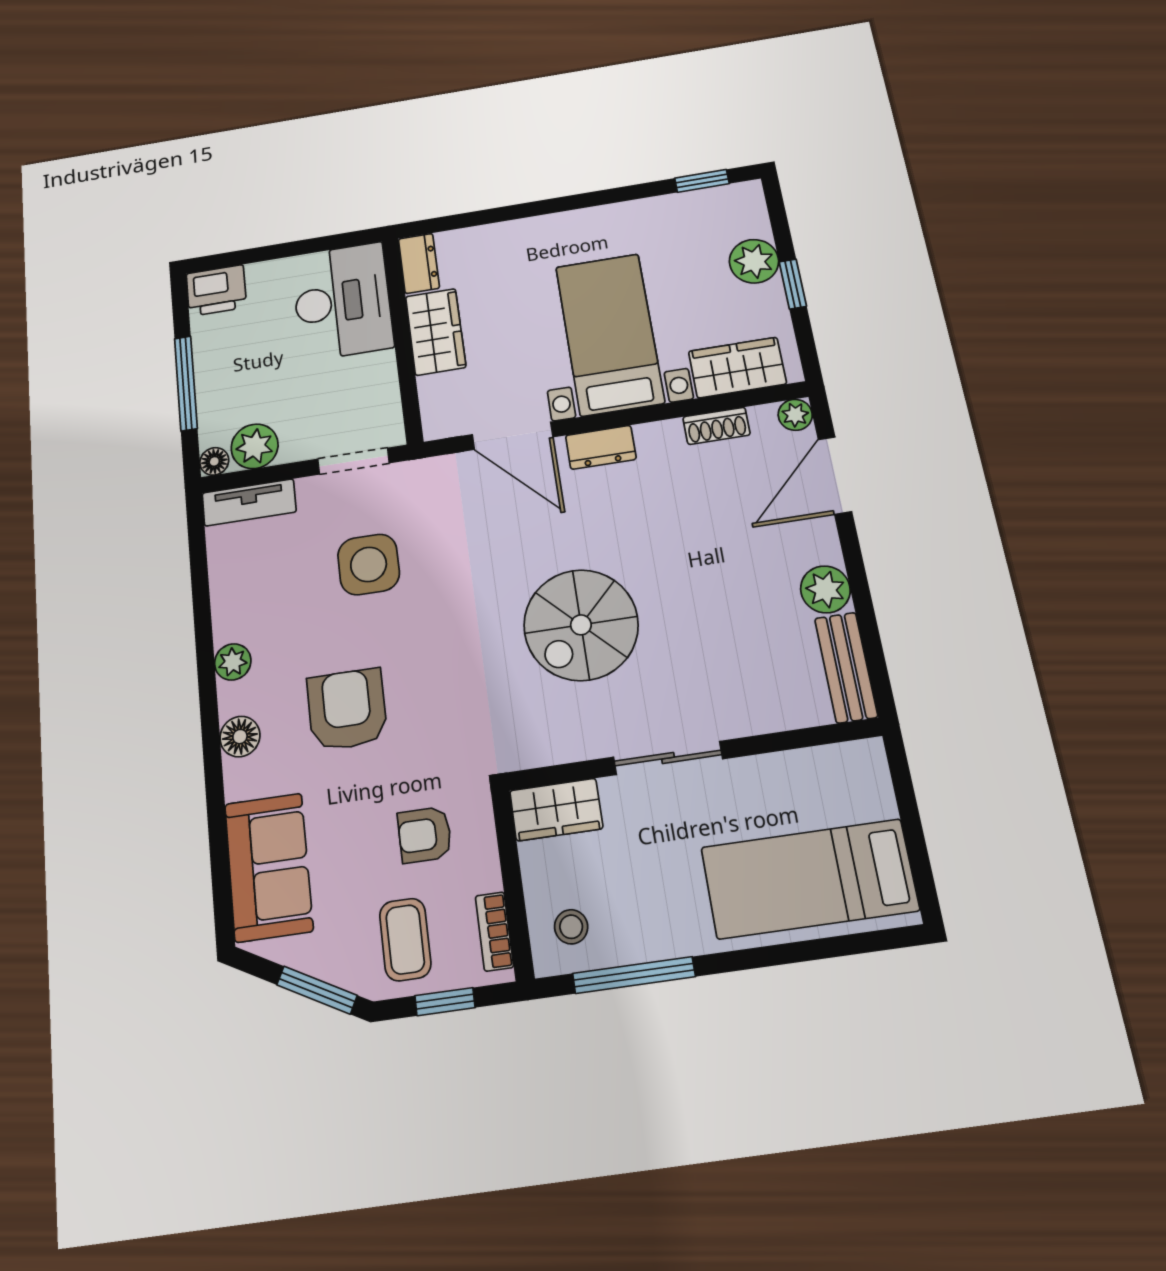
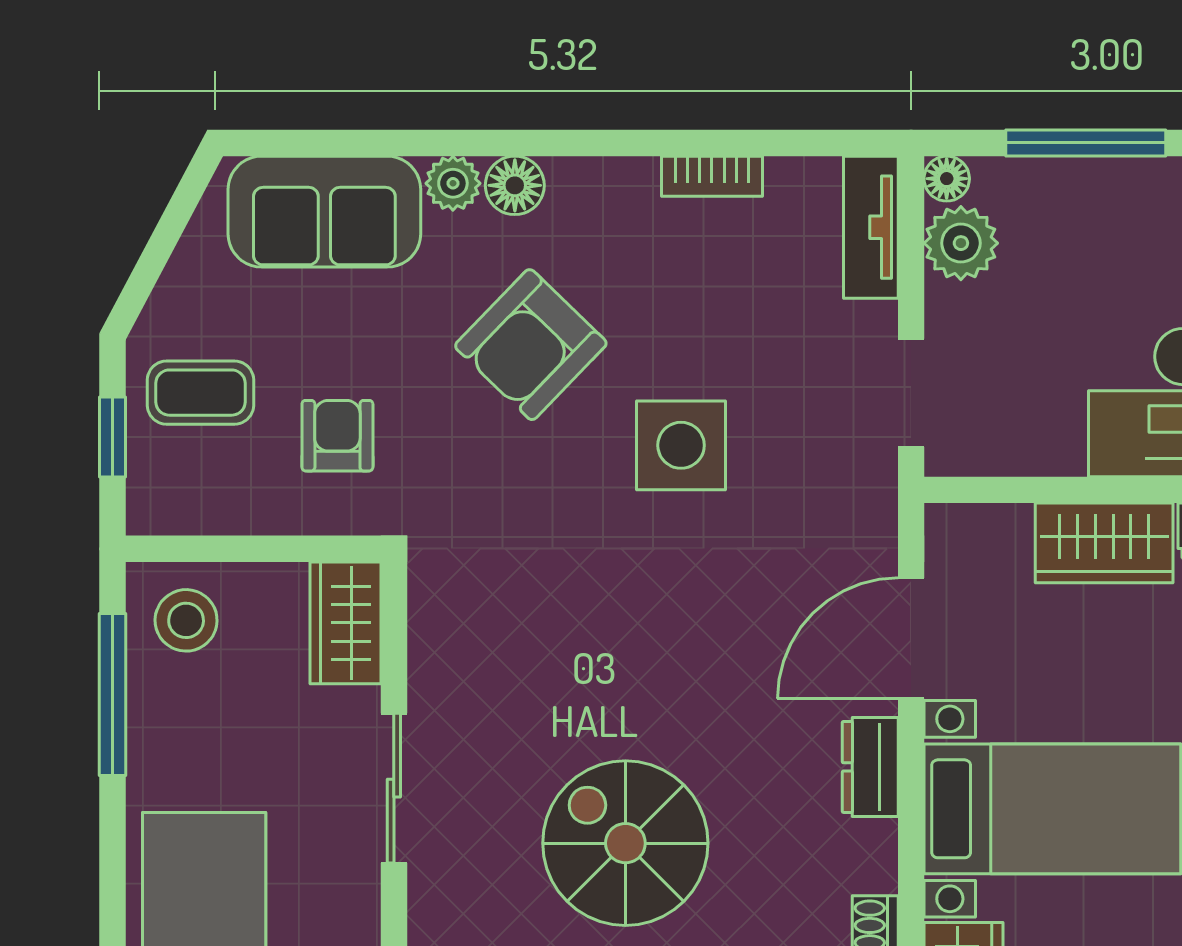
side table: (369, 564) -> (681, 445), moved
spiral stairs: (581, 625) -> (625, 843), moved
plant: (233, 662) -> (453, 183), moved
armchair: (347, 709) -> (531, 345), turned 134
stool: (571, 927) -> (186, 620), width x1.37, depth x1.37
bookcase: (494, 931) -> (712, 176), moved, turned 180
window: (317, 990) -> (151, 264), removed

